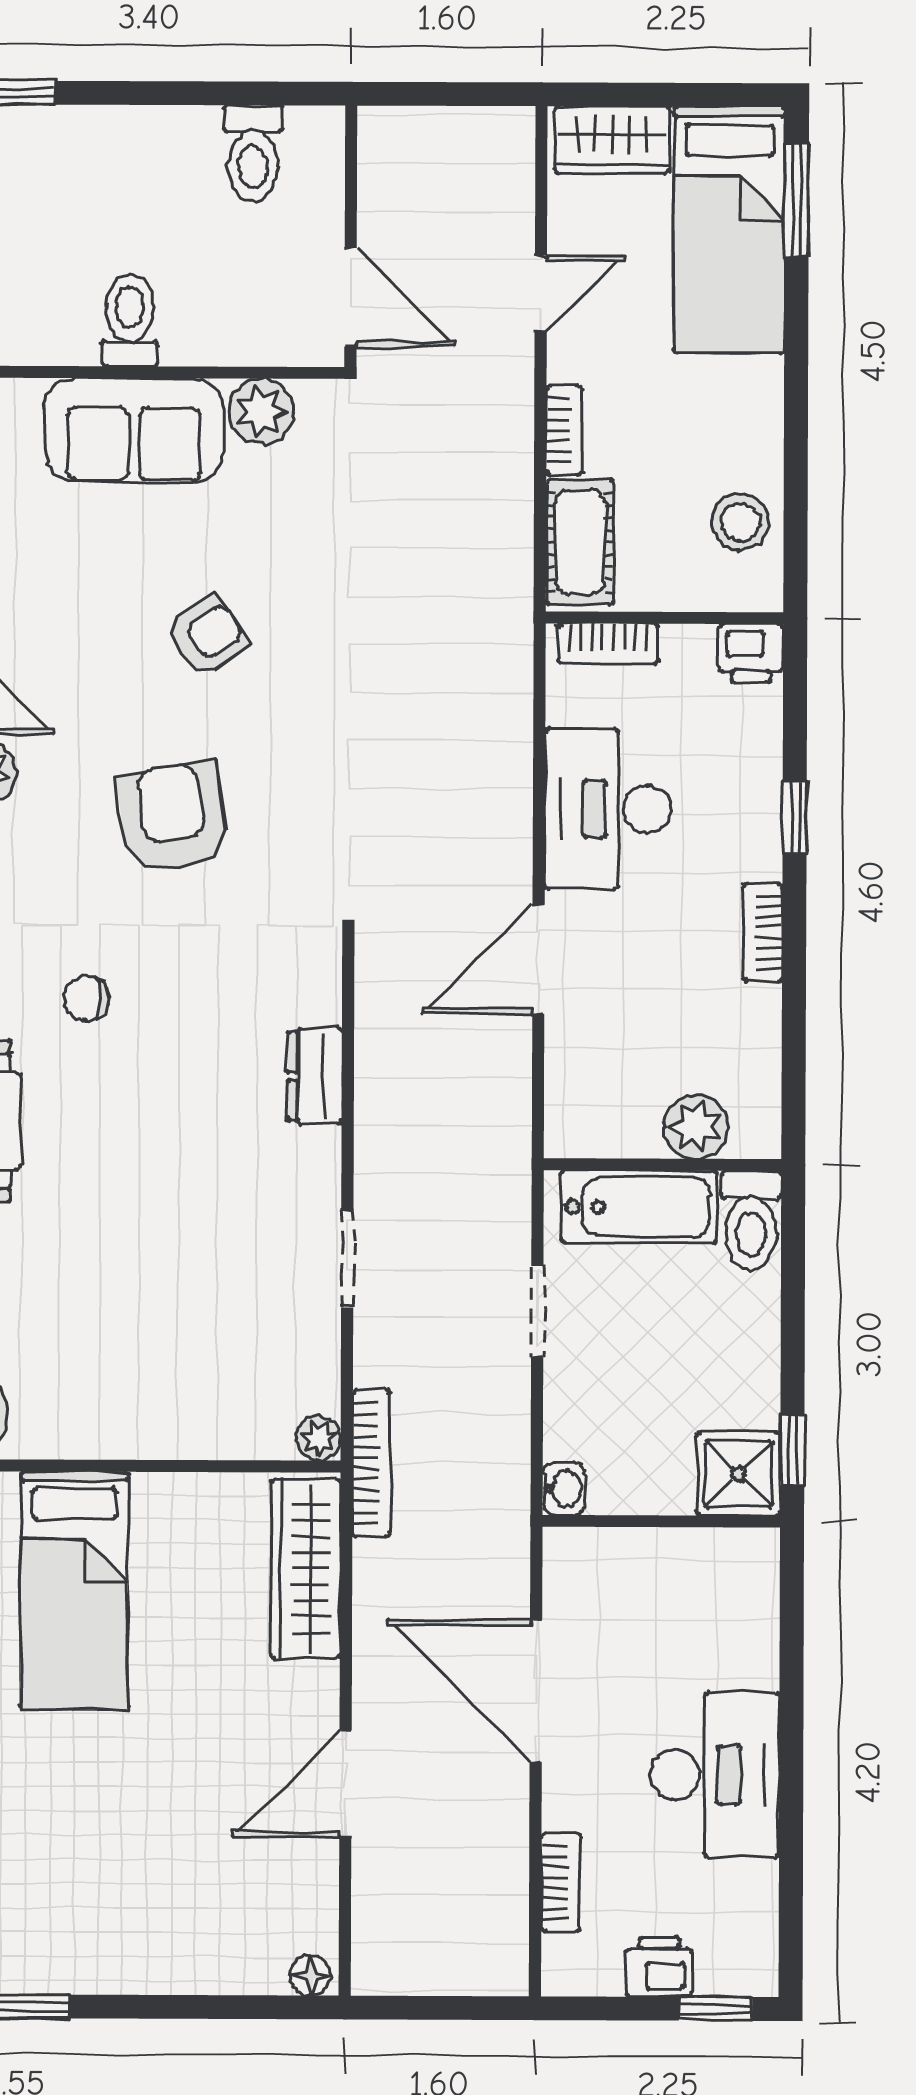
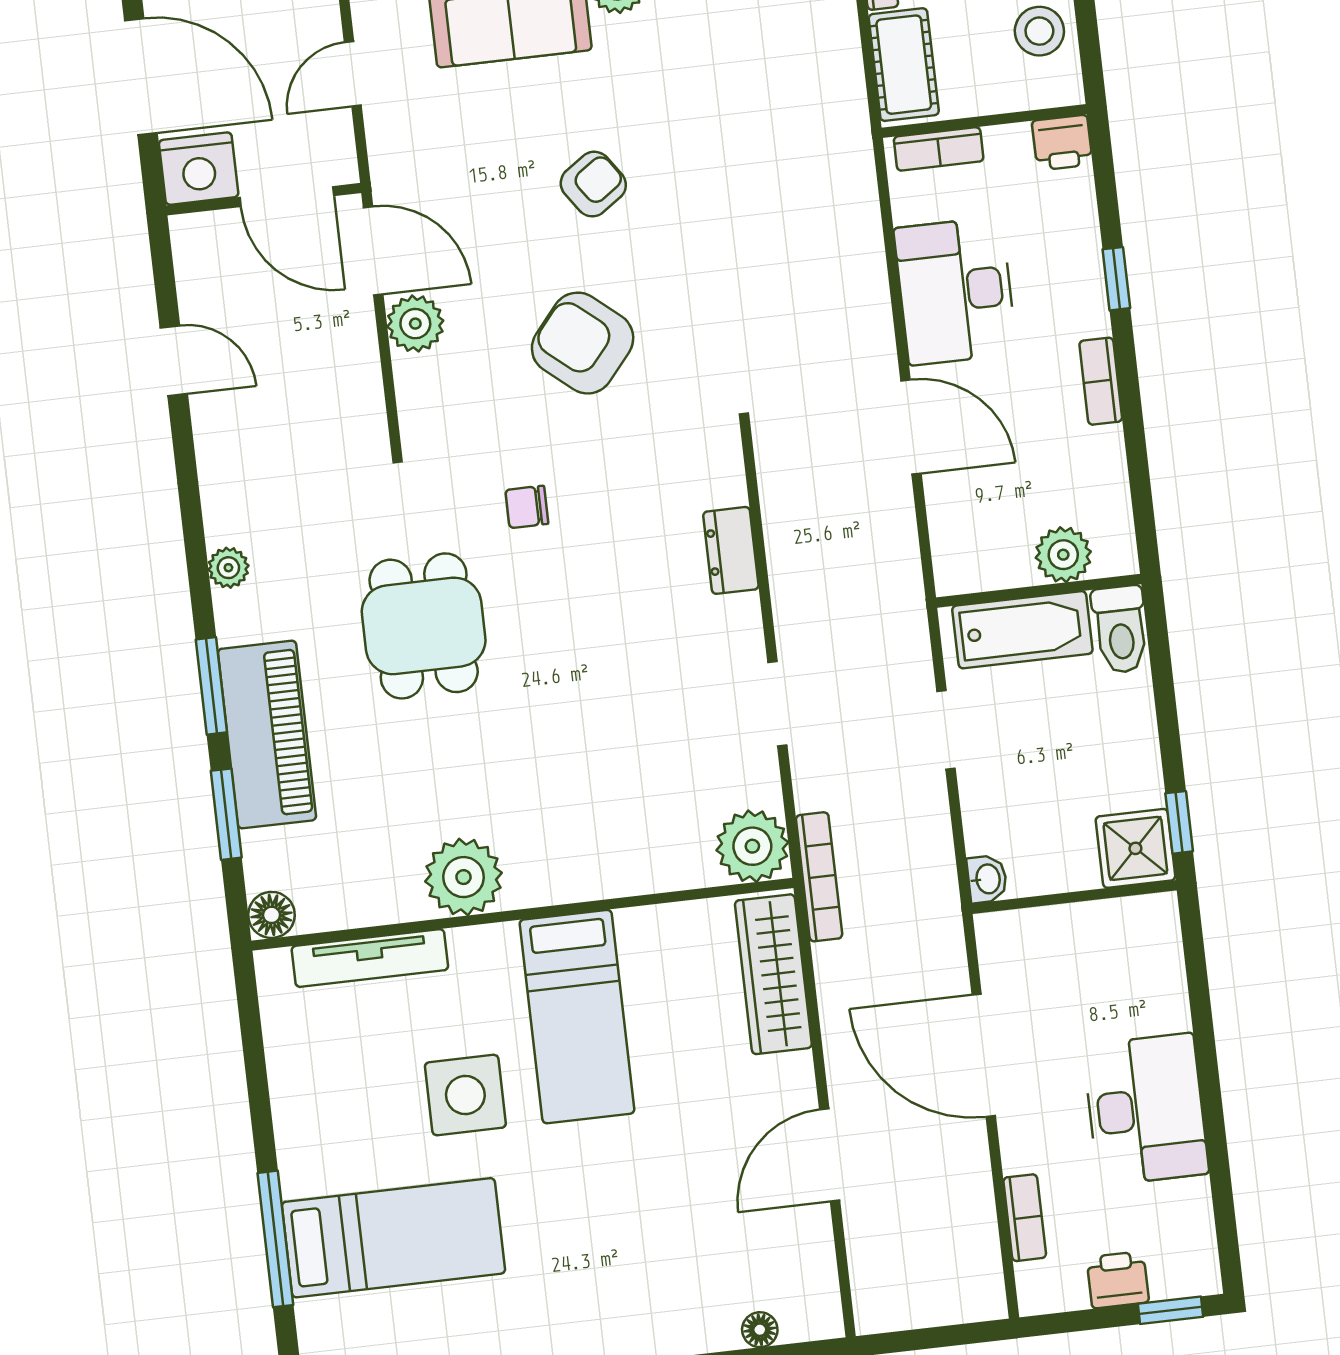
armchair: (173, 818) -> (583, 343), turned -41
door: (538, 959) -> (911, 427), swing flipped
plant: (318, 1438) -> (752, 846), width x1.88, depth x1.88
floor lamp: (311, 1975) -> (760, 1330), moved

